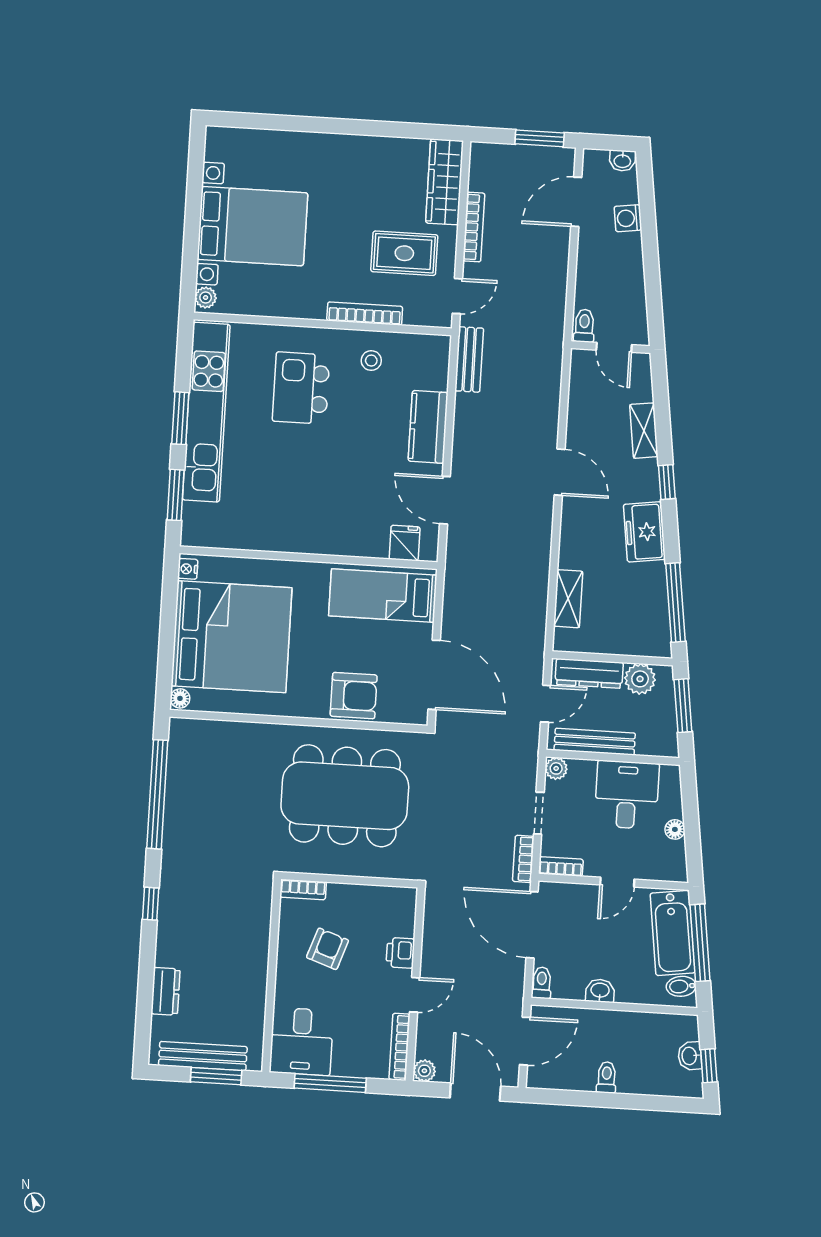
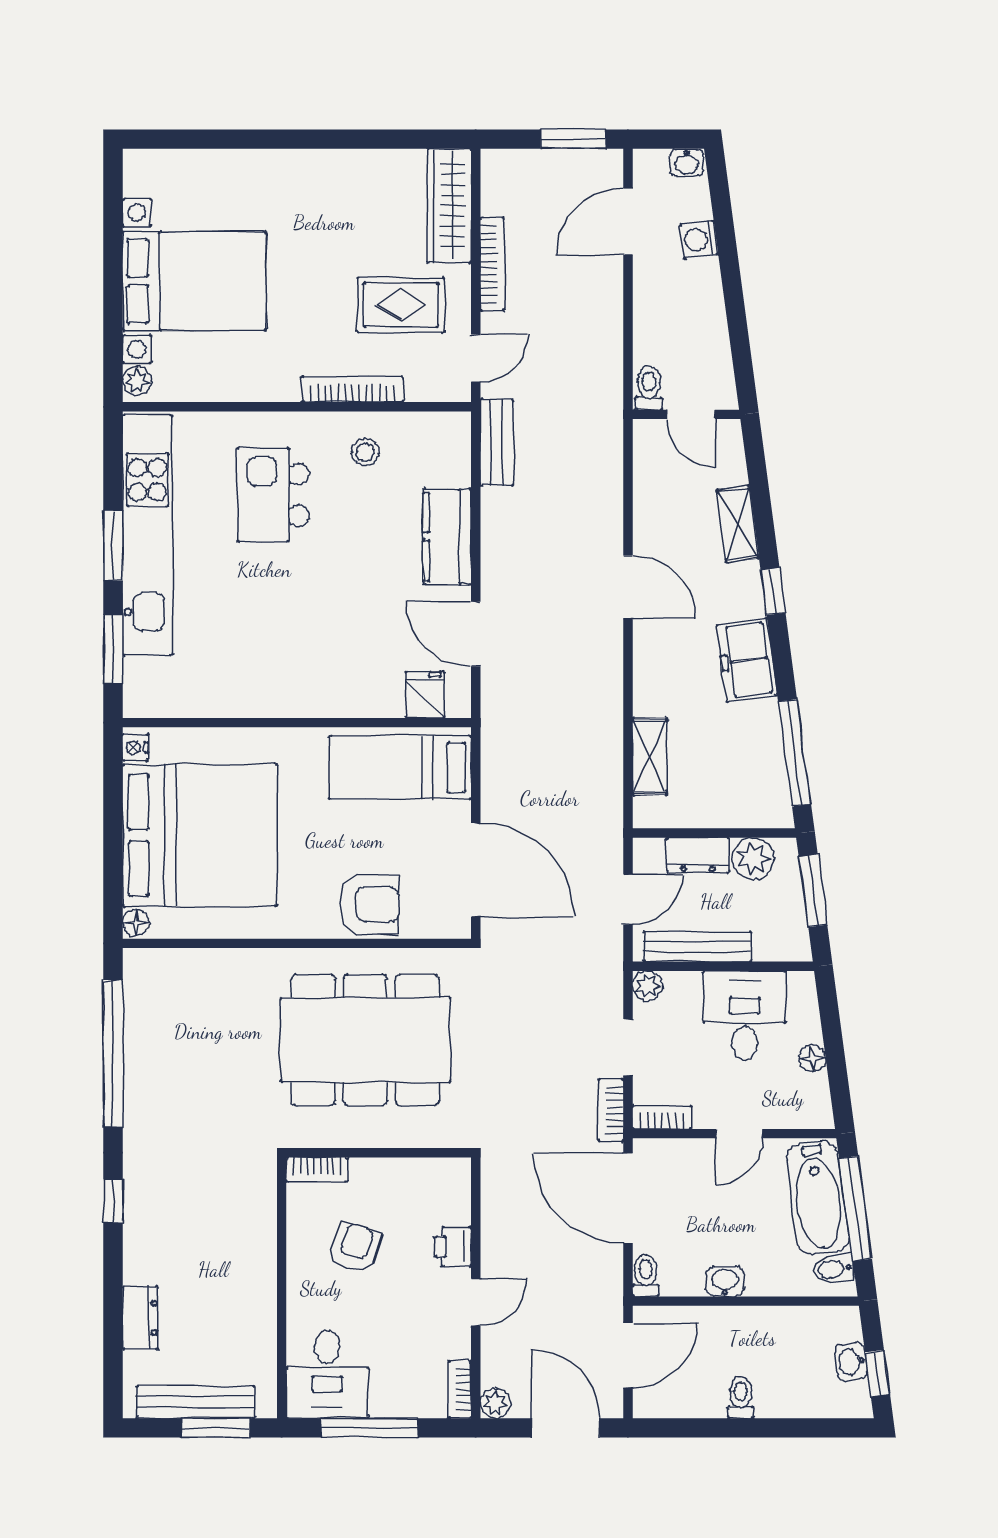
dresser: (589, 673) -> (698, 855), width x0.70
bookcase: (399, 1047) -> (460, 1390), width x0.64

